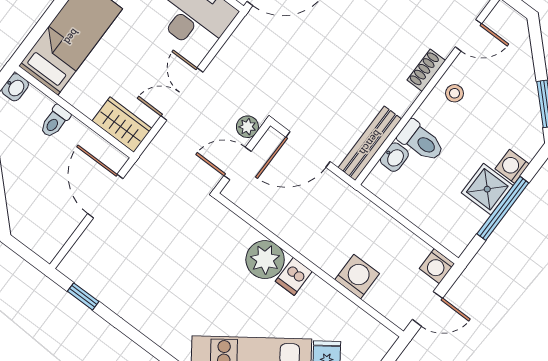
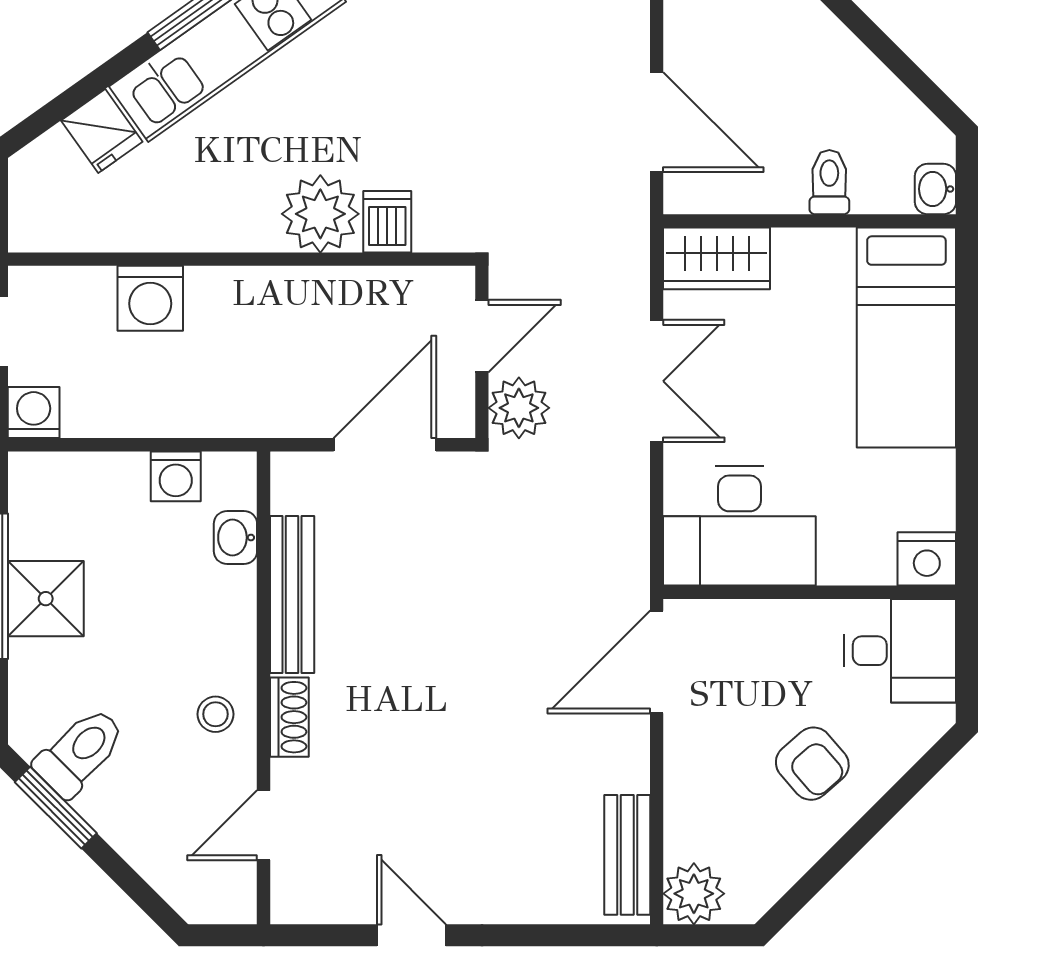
plant: (247, 127) -> (519, 408), width x1.38, depth x1.38
toilet: (421, 141) -> (80, 752), moved, turned 135
bench: (370, 143) -> (292, 594), moved
washing machine: (512, 166) -> (176, 476), moved, turned 90
dishwasher: (294, 276) -> (387, 222), moved

